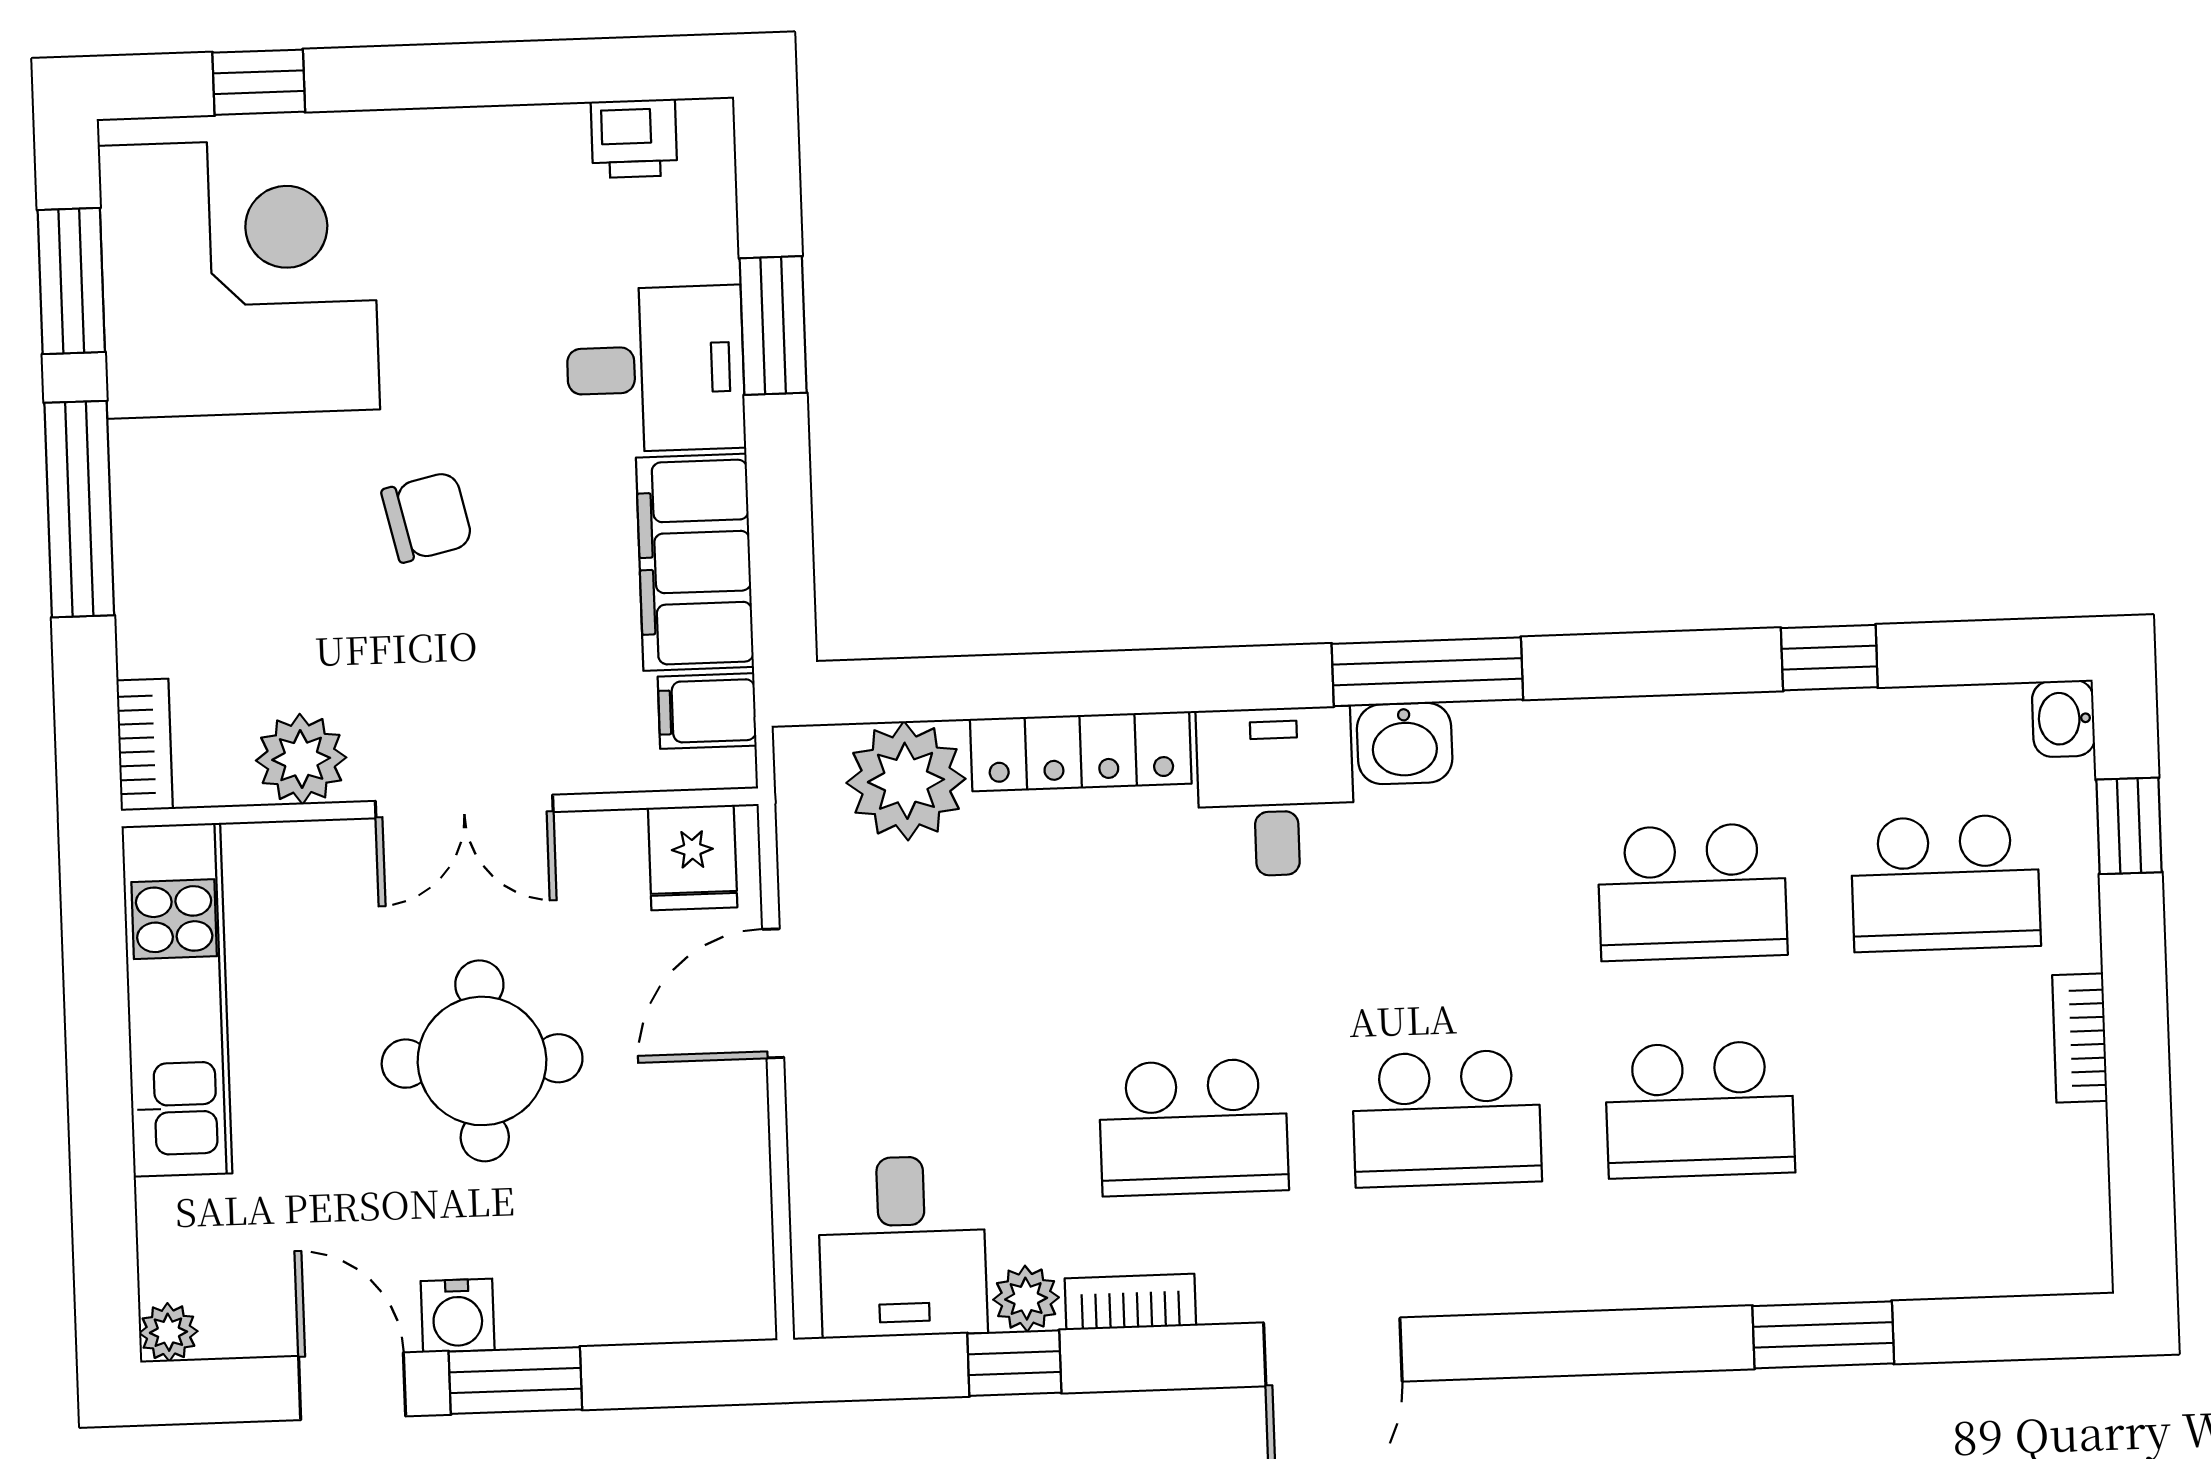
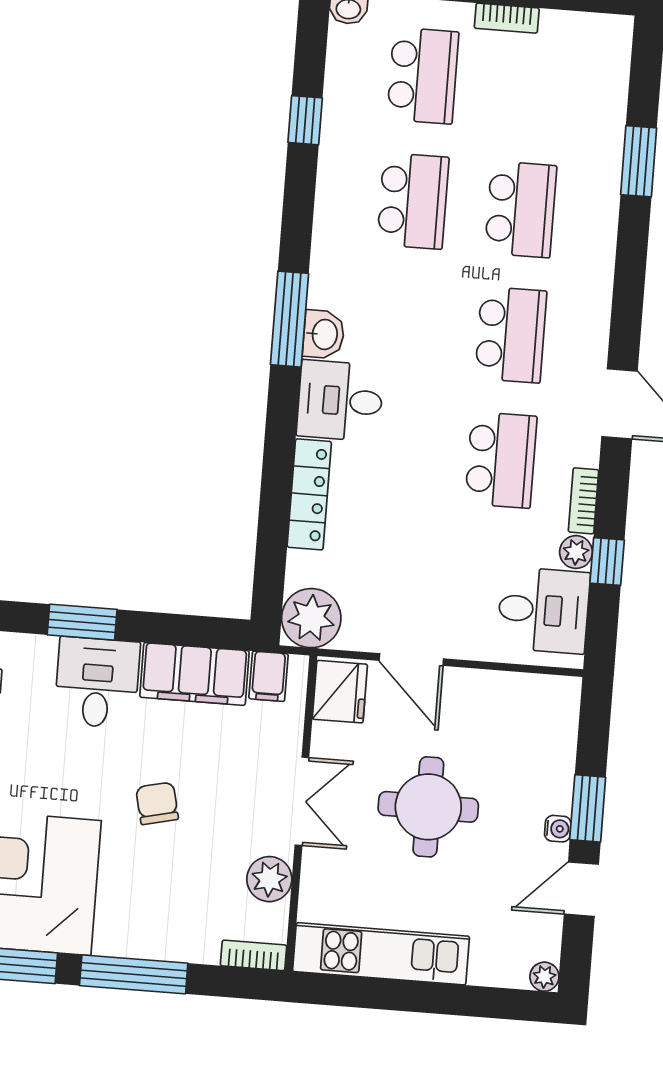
plant: (906, 781) -> (311, 618), moved
fridge: (693, 858) -> (340, 692), width x1.38
water cooler: (458, 1316) -> (558, 829), width x0.72, depth x0.72

